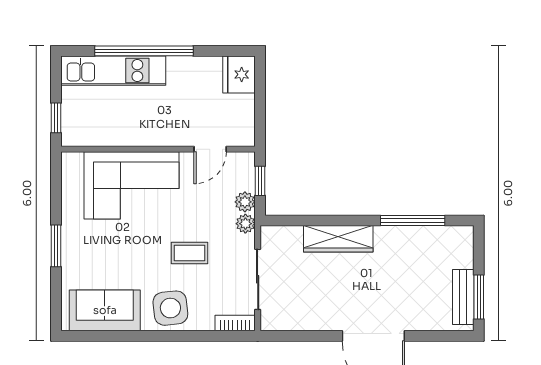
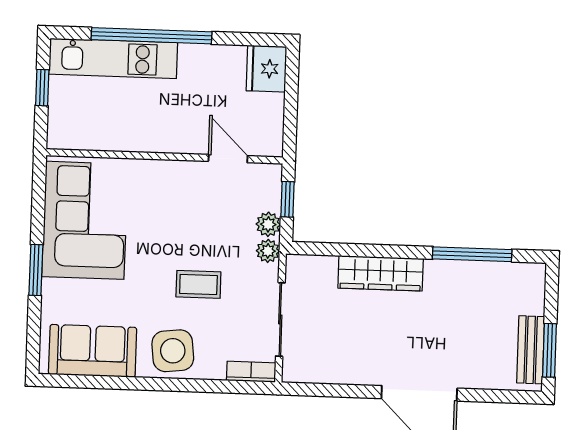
window: (56, 118) -> (42, 88), moved
door: (210, 149) -> (228, 159), swing flipped
corner sofa: (131, 185) -> (85, 220), moved, turned -90

